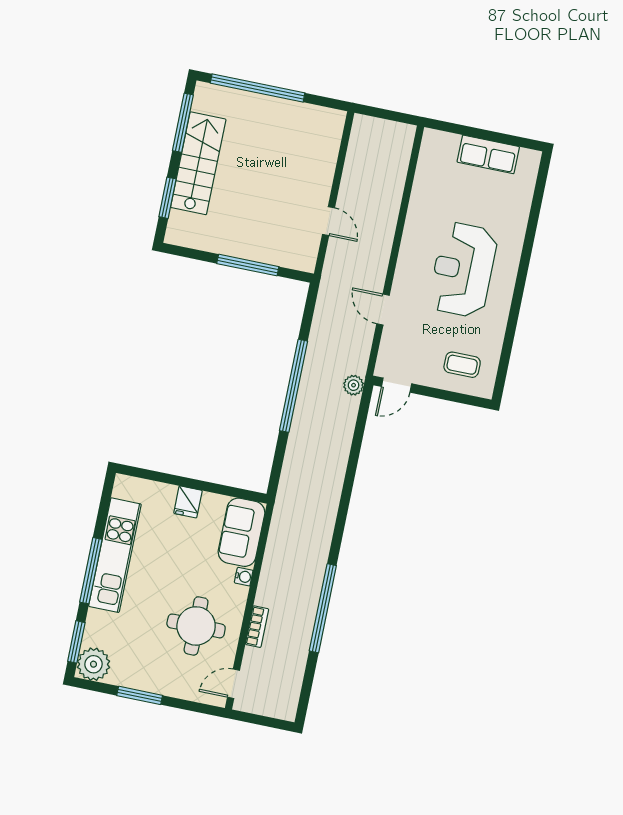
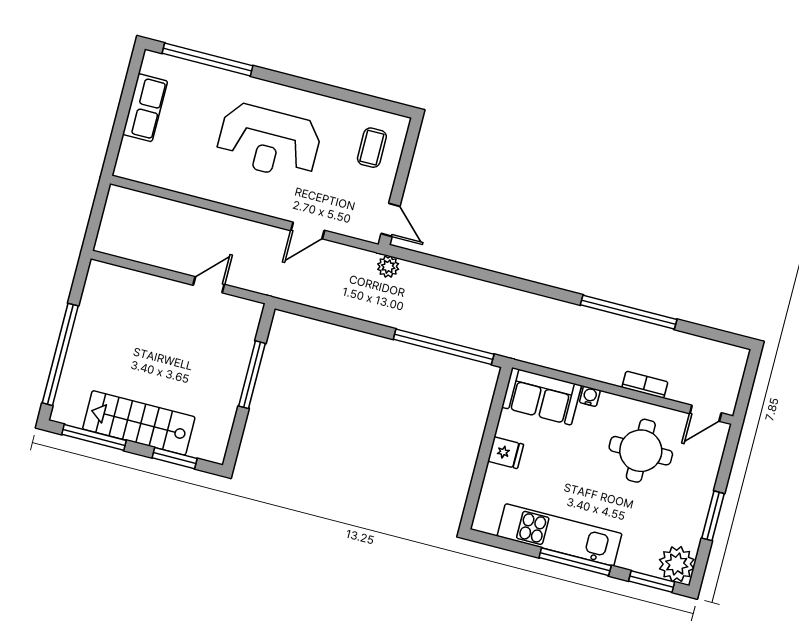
window: (535, 210) -> (208, 60), added
window: (293, 386) -> (444, 347), moved
door: (234, 684) -> (706, 413), hinge flipped

